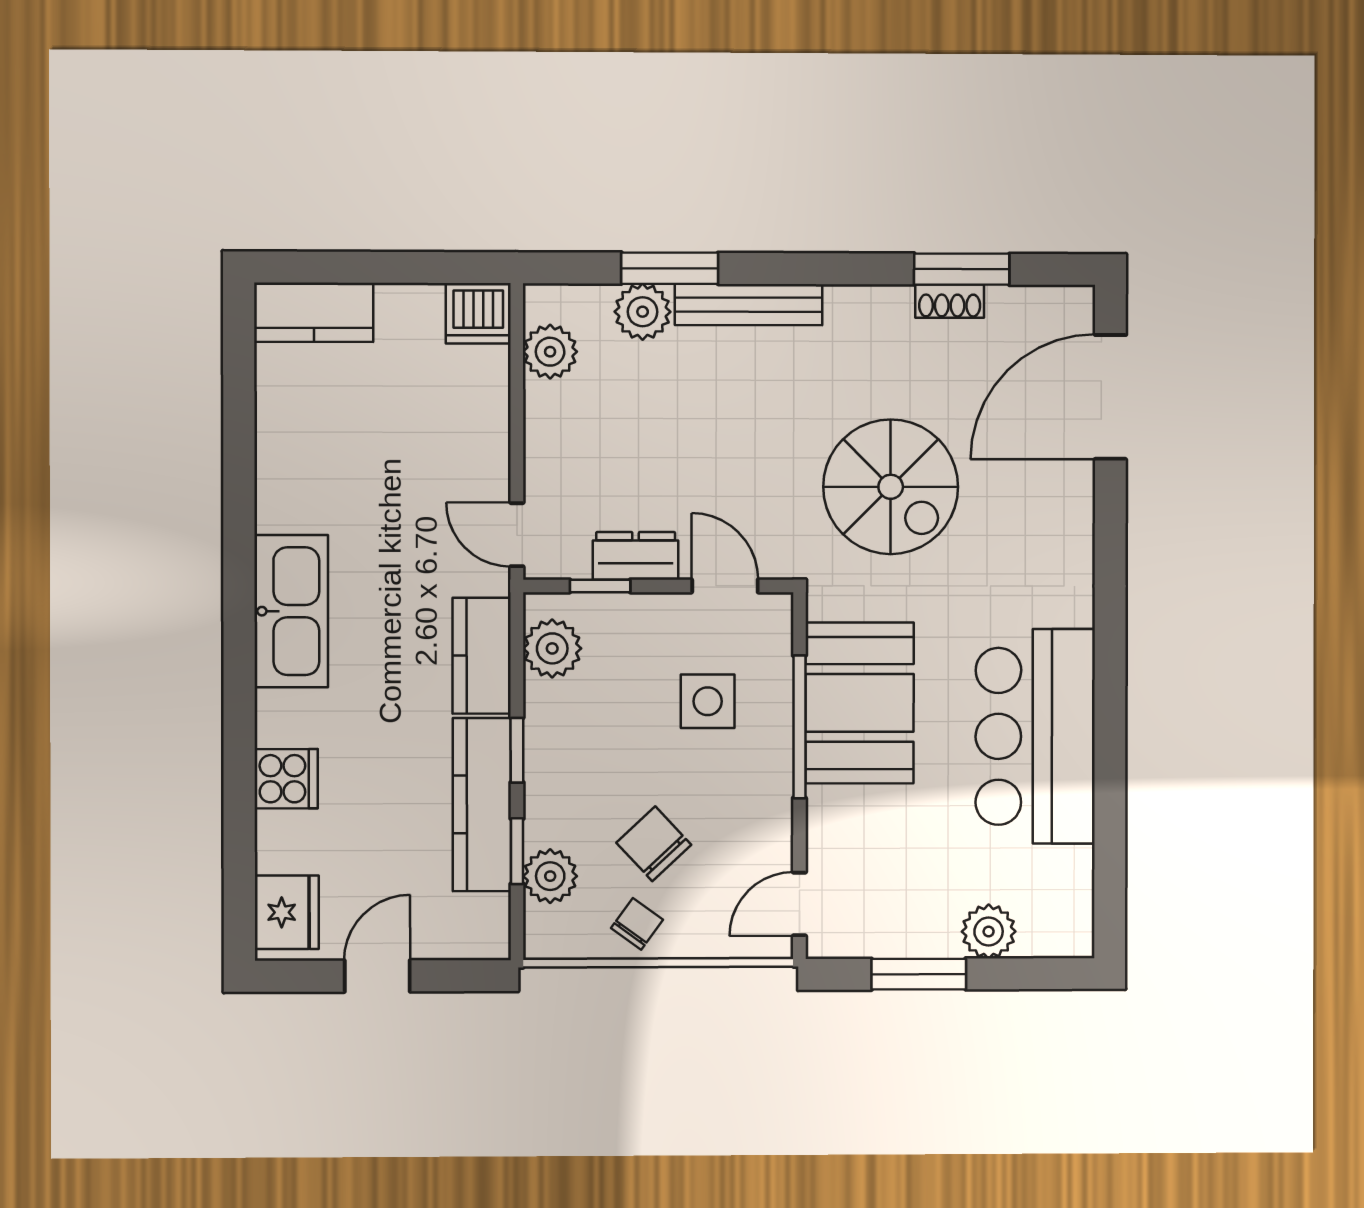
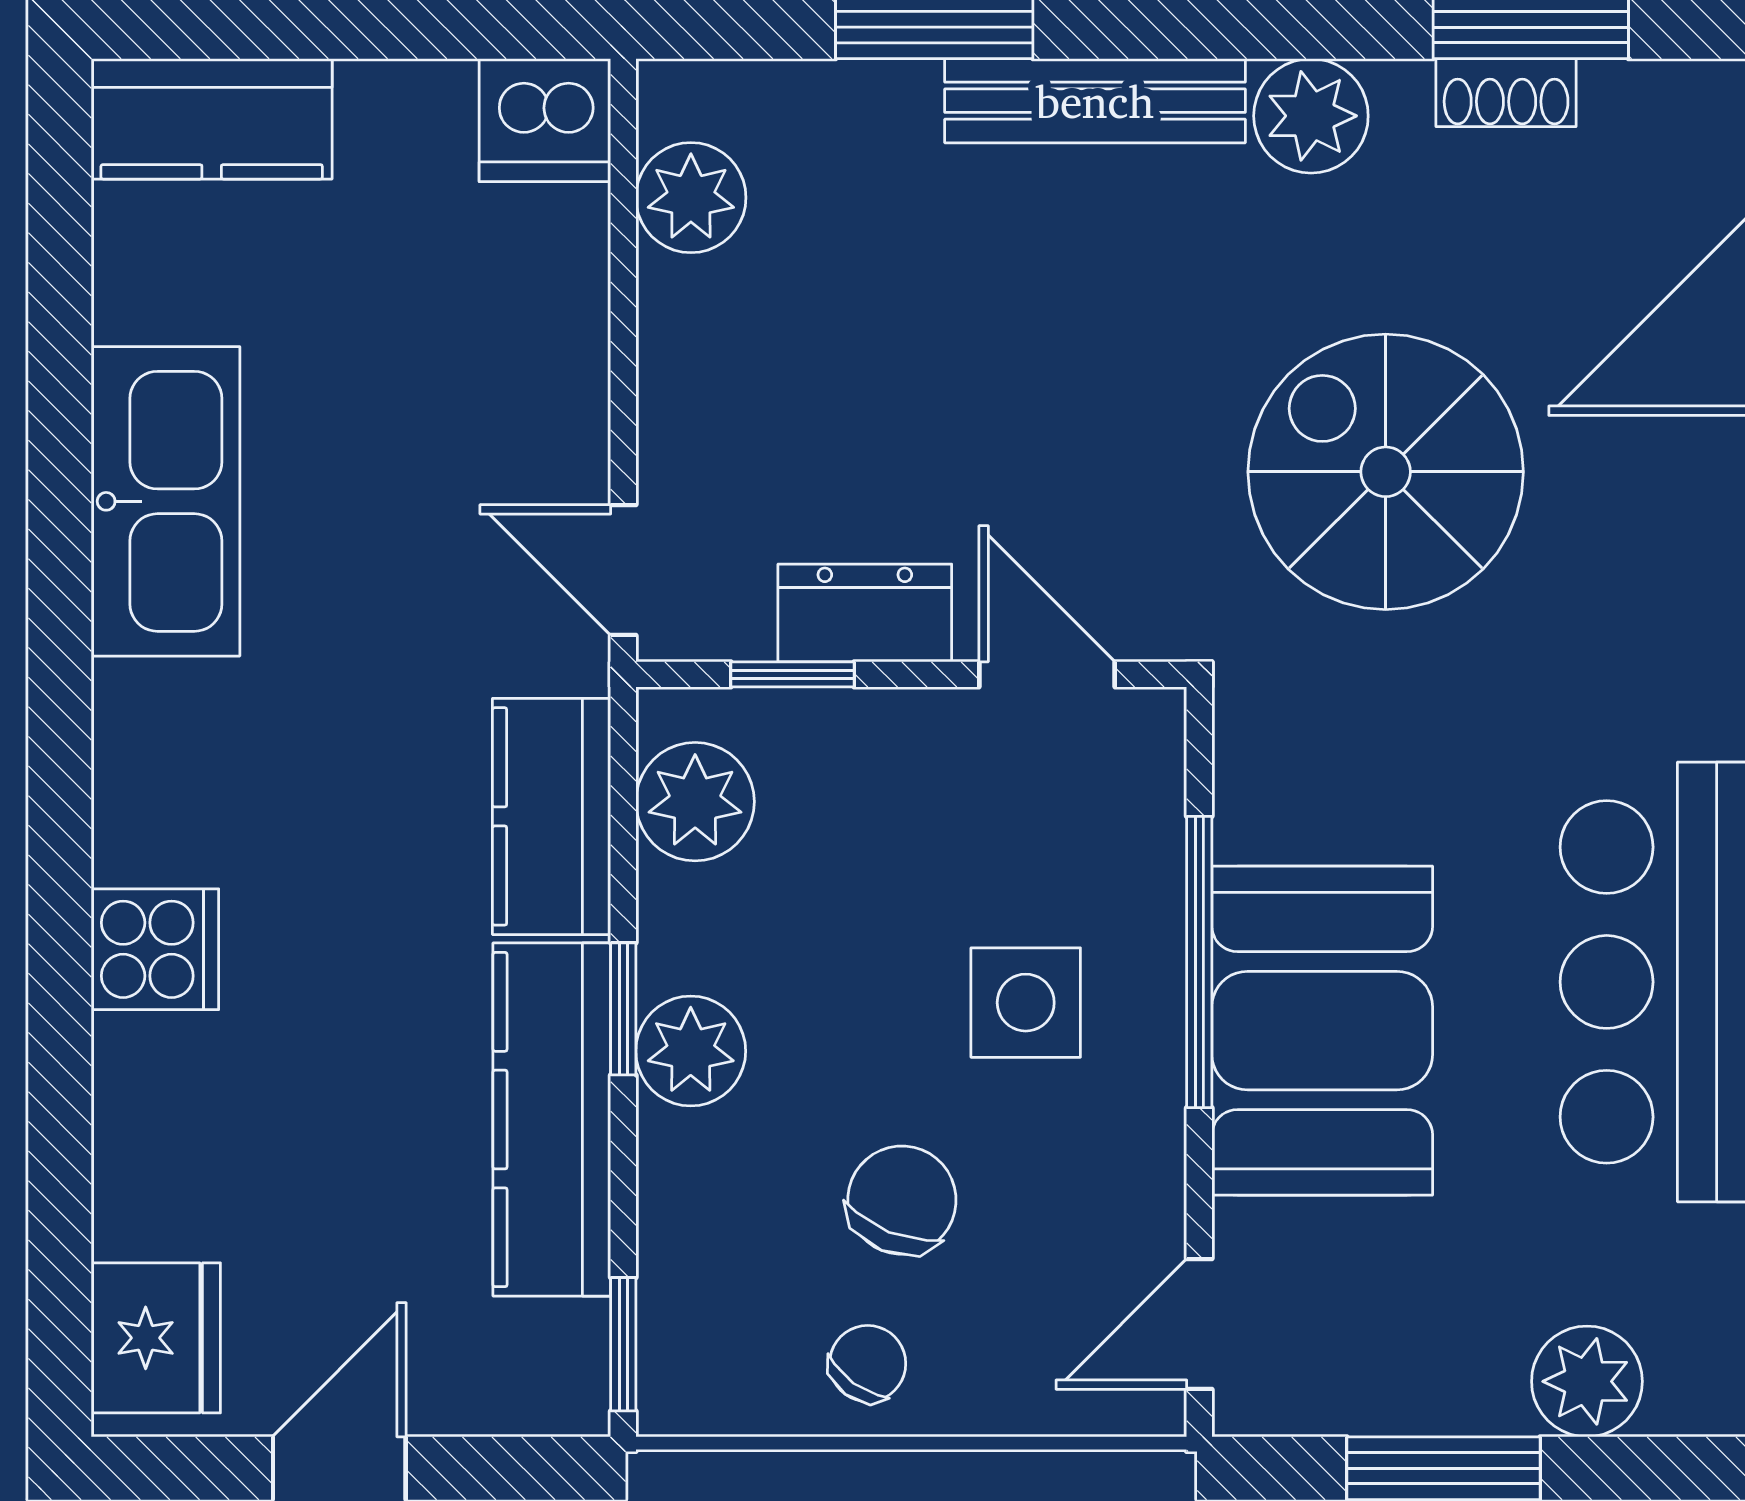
plant: (643, 312) -> (1311, 116), moved
spiral stairs: (891, 487) -> (1386, 472), turned 180
kitchen sink: (291, 611) -> (165, 501), moved
side table: (708, 701) -> (1026, 1003), moved
booth: (860, 703) -> (1322, 1031), moved
cooker: (286, 779) -> (155, 949), moved
chair: (654, 844) -> (902, 1200), turned 65
window: (517, 851) -> (623, 1344), moved
plant: (550, 876) -> (691, 1051), moved

